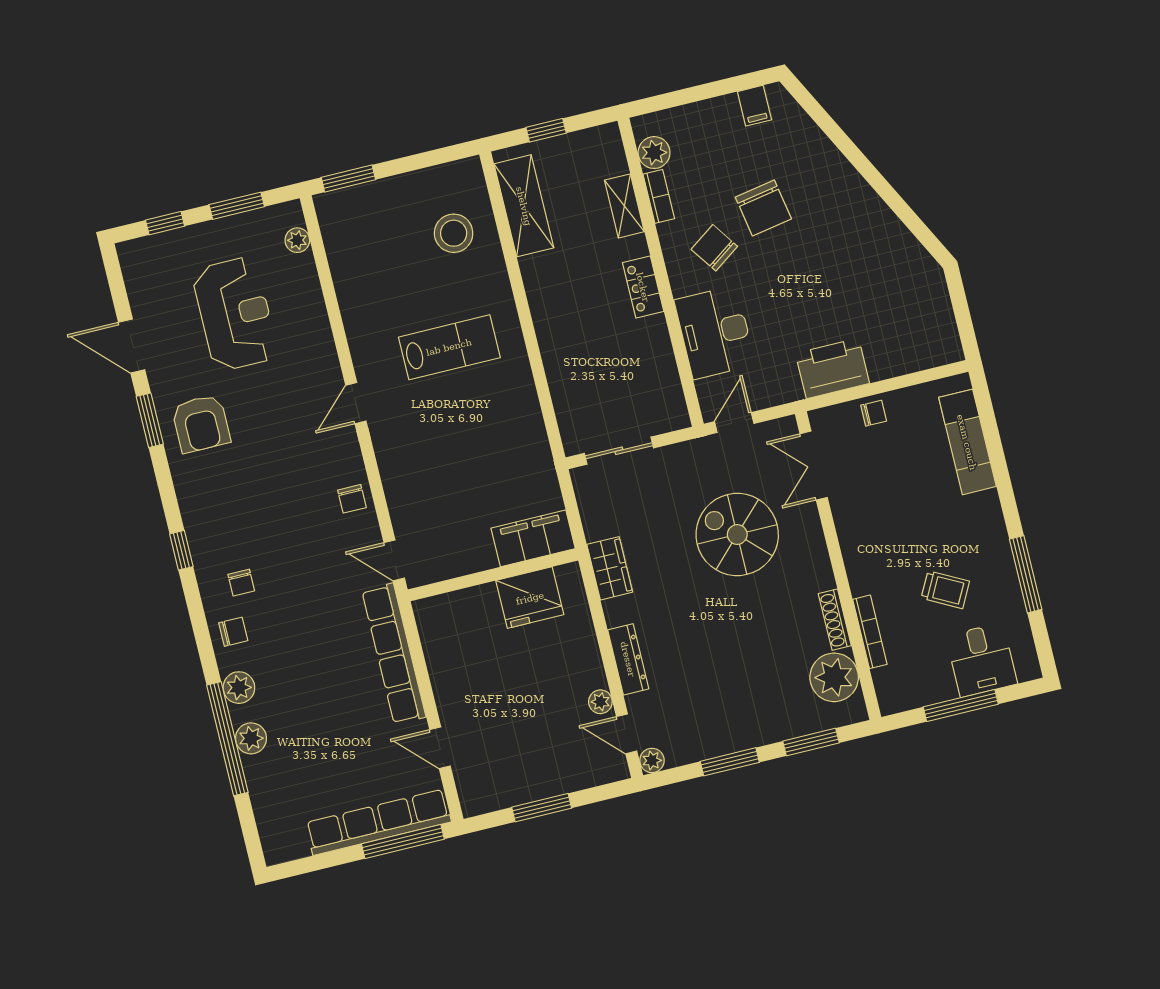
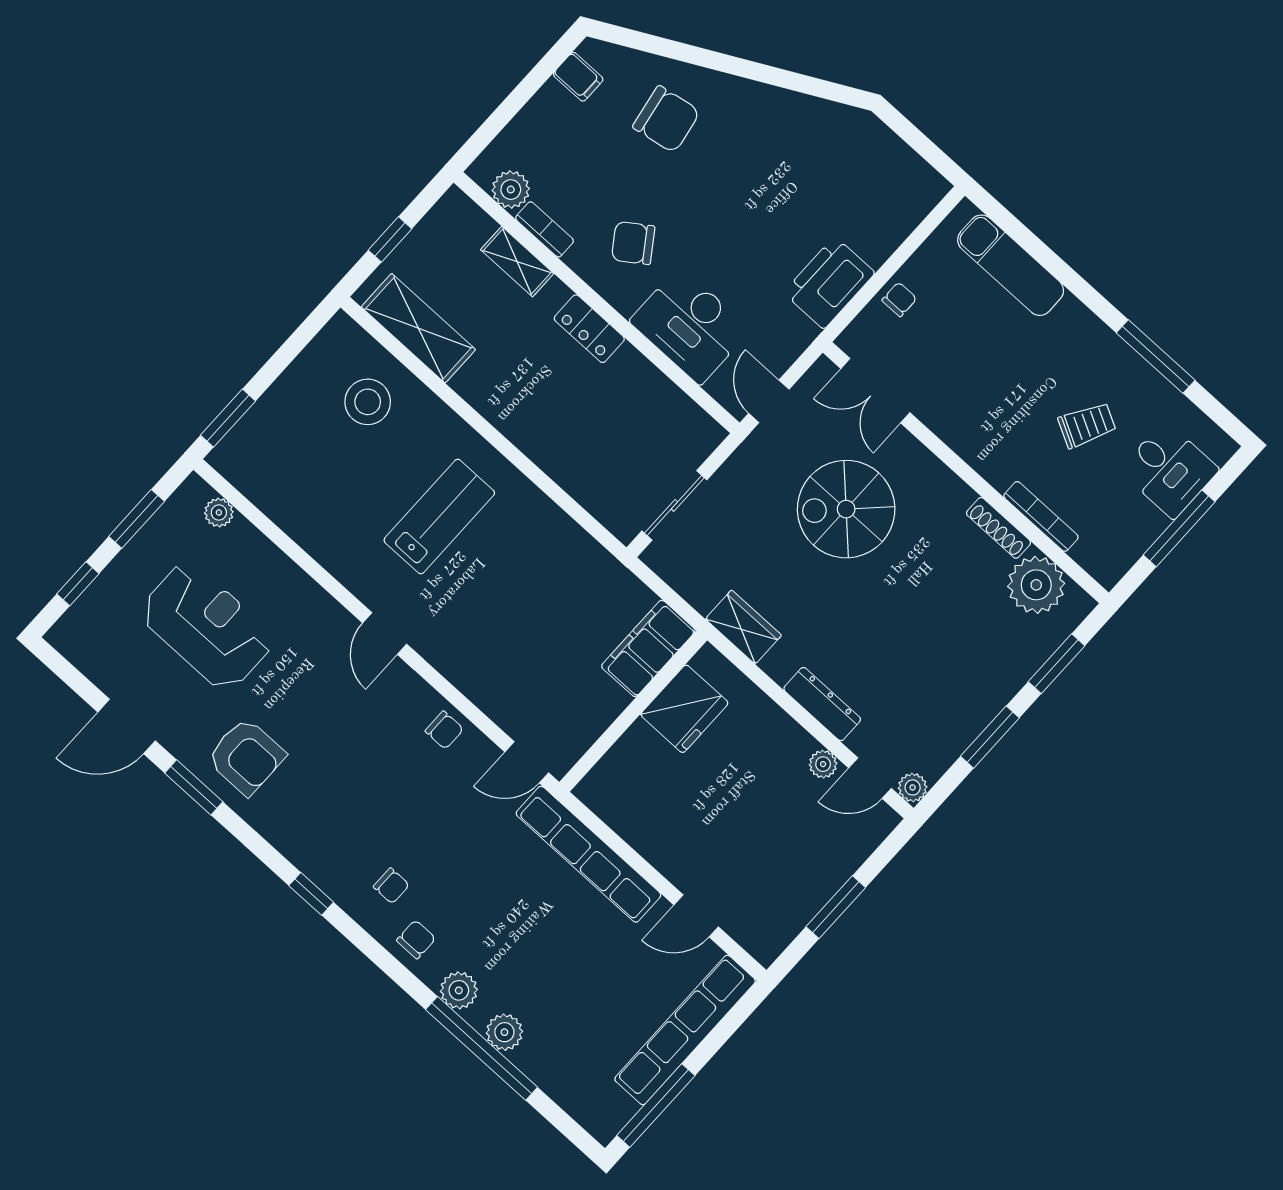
chair: (763, 208) -> (666, 119), moved
window: (403, 842) -> (656, 1106), moved

